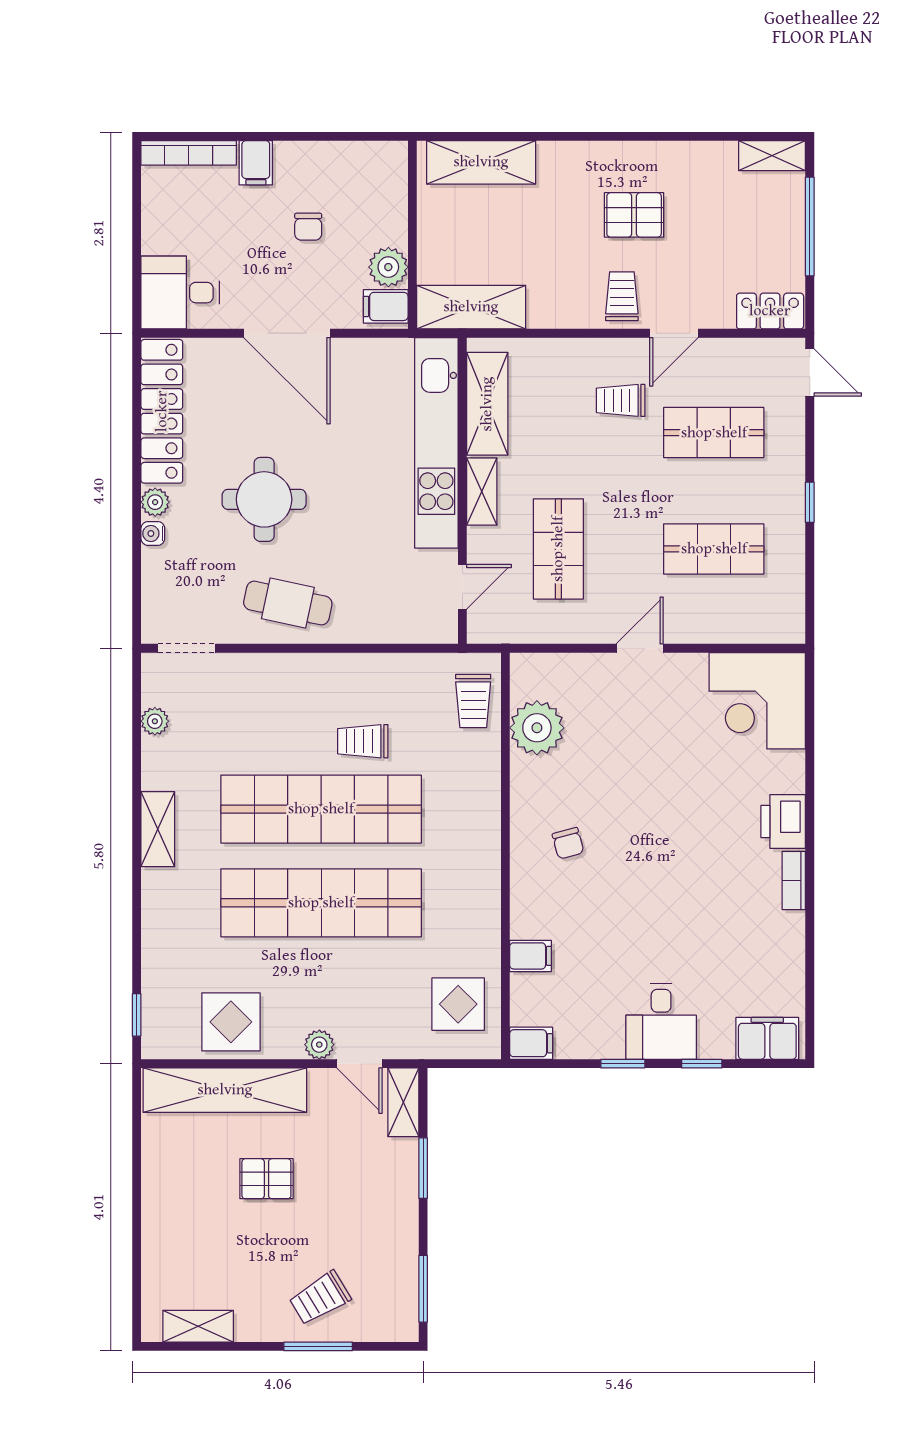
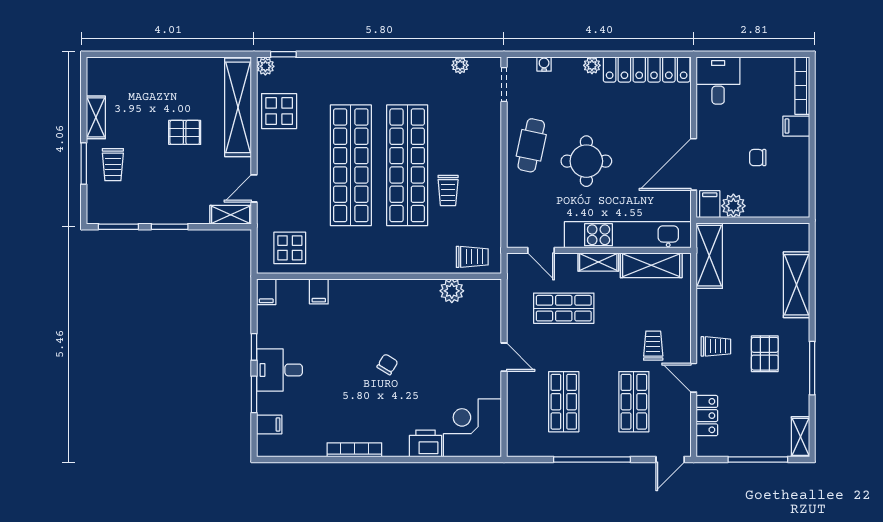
window: (658, 136) -> (812, 368), added
shelving: (481, 162) -> (796, 285), moved
locker: (770, 311) -> (707, 416), moved
door: (287, 333) -> (694, 164), moved
round table: (264, 499) -> (586, 161), moved
window: (810, 502) -> (592, 459), width x3.17
water cooler: (153, 533) -> (544, 64), moved
trolley: (473, 701) -> (472, 257), turned 180
plant: (537, 728) -> (452, 291), width x0.73, depth x0.73
trolley: (363, 741) -> (448, 190), turned 180
printer: (783, 822) -> (425, 443), moved
shelving: (158, 829) -> (395, 67), removed
chair: (568, 843) -> (387, 364), moved, turned 136
bookcase: (794, 880) -> (354, 450), width x1.56
filing cabinet: (767, 1038) -> (269, 424), width x0.50
plant: (319, 1045) -> (265, 66), moved
window: (702, 1064) -> (254, 394), width x1.50
window: (423, 1168) -> (170, 227), moved
pallet: (266, 1179) -> (185, 132), turned 90
trolley: (320, 1298) -> (113, 165), turned -149
shelving: (198, 1326) -> (96, 117), moved

